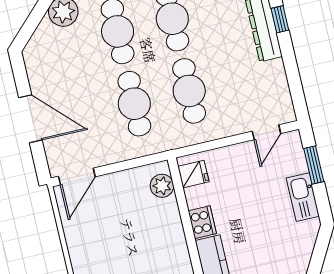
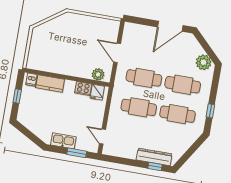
door: (30, 119) -> (170, 26), moved
door: (77, 176) -> (117, 53), moved
cooker: (202, 222) -> (83, 89), moved

